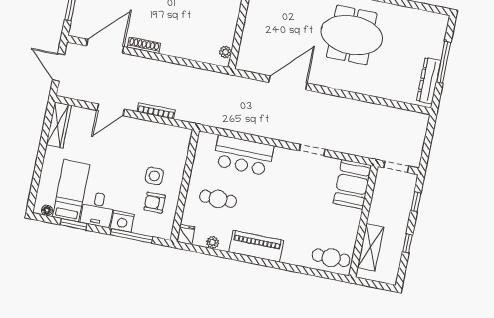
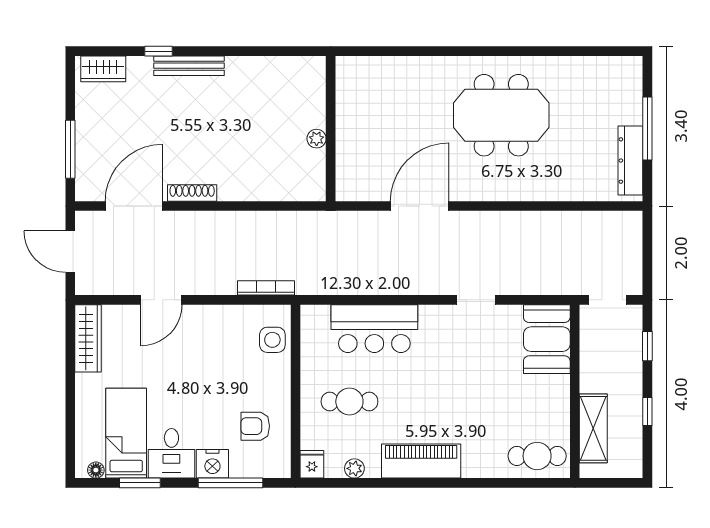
plant: (225, 52) -> (317, 139), moved
bookcase: (156, 111) -> (266, 288), moved
side table: (154, 176) -> (272, 340), moved

